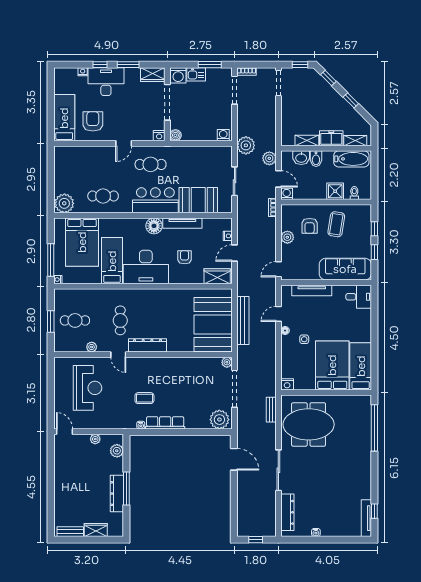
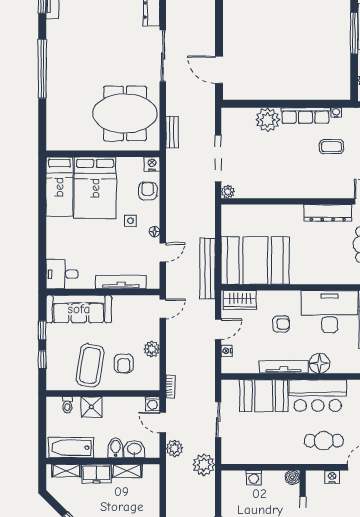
washing machine: (223, 135) -> (254, 478), moved
nightstand: (159, 136) -> (332, 477), moved
coffee table: (336, 224) -> (90, 365), width x1.36, depth x1.32
armchair: (310, 226) -> (124, 363), turned 180
armchair: (185, 257) -> (281, 324), turned -90
bench: (243, 321) -> (208, 268), moved
booth: (213, 325) -> (255, 260), moved, turned 90
armchair: (290, 363) -> (148, 191), added
plant: (219, 420) -> (268, 120), moved
window: (374, 428) -> (42, 69), moved

